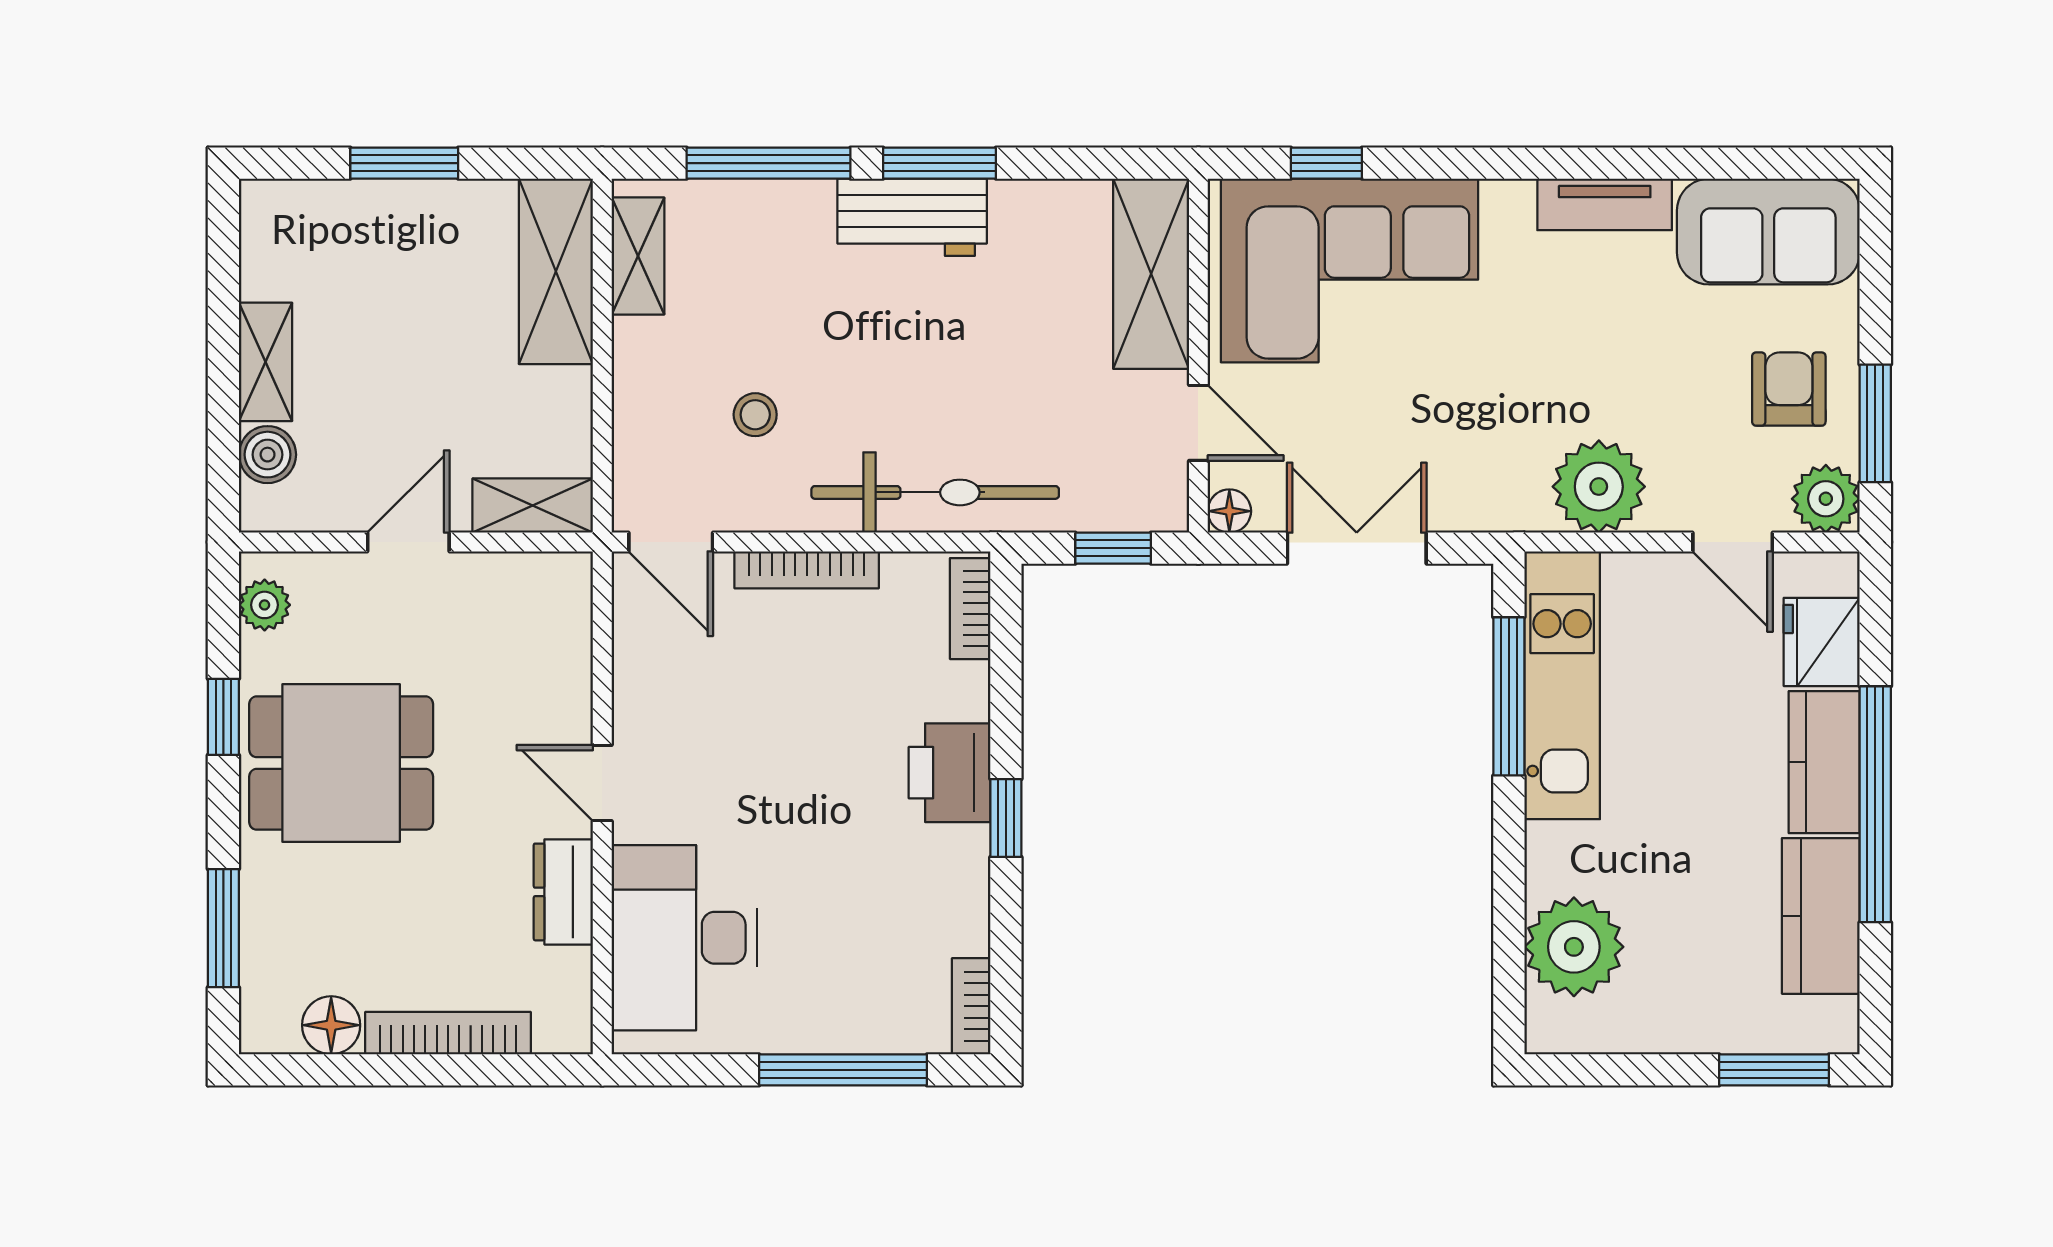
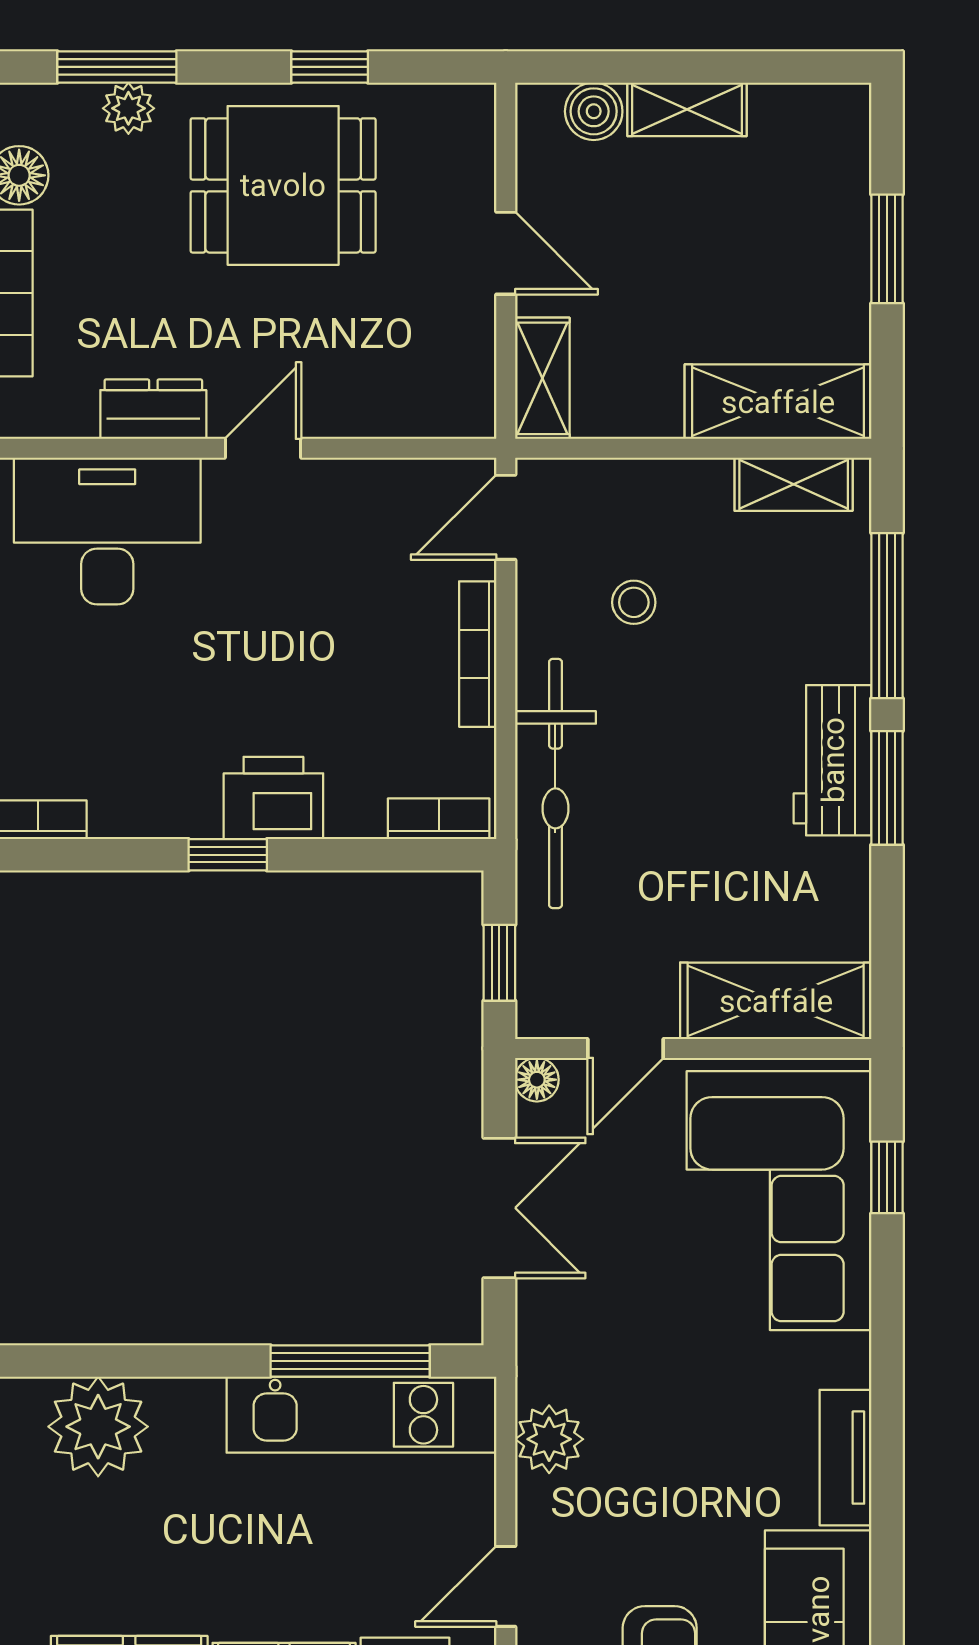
plant: (1599, 487) -> (549, 1439), width x0.73, depth x0.73
plant: (265, 605) -> (128, 108), moved
dining table: (341, 763) -> (283, 185), turned 90

